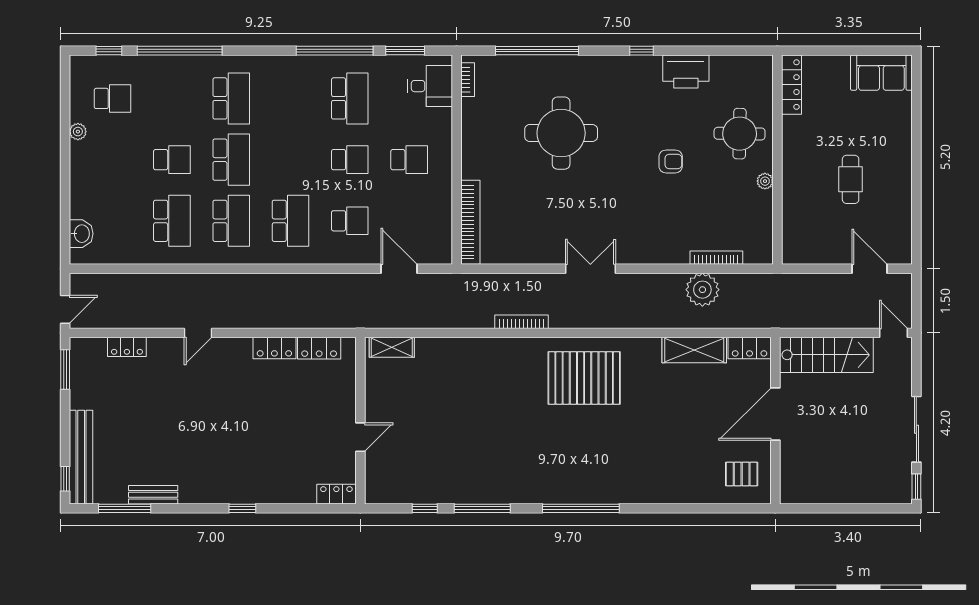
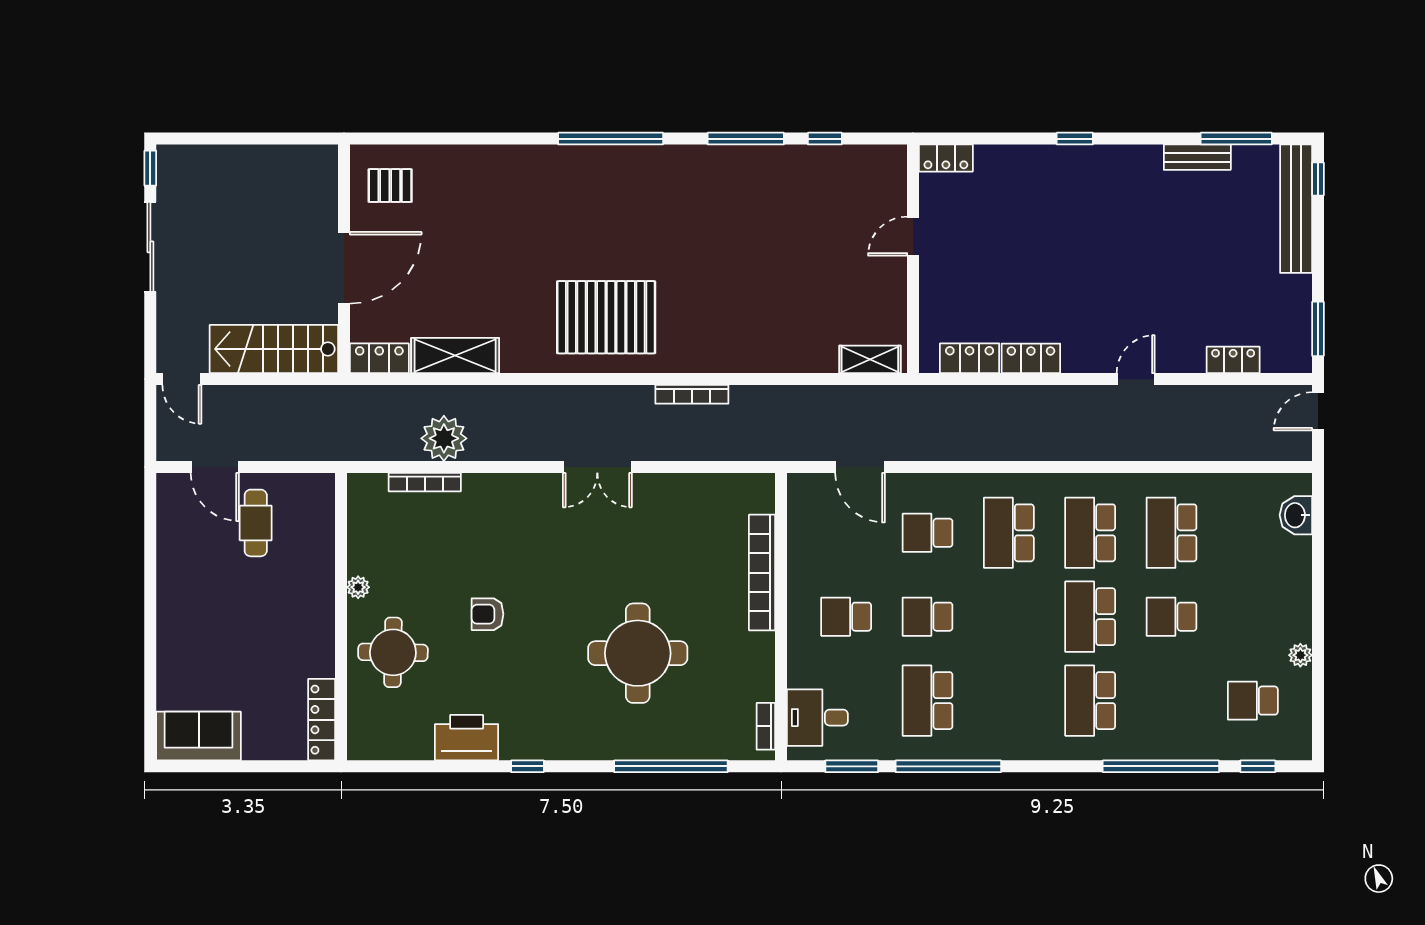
cafe table: (851, 179) -> (256, 523), moved
bookcase: (470, 222) -> (762, 573), moved

